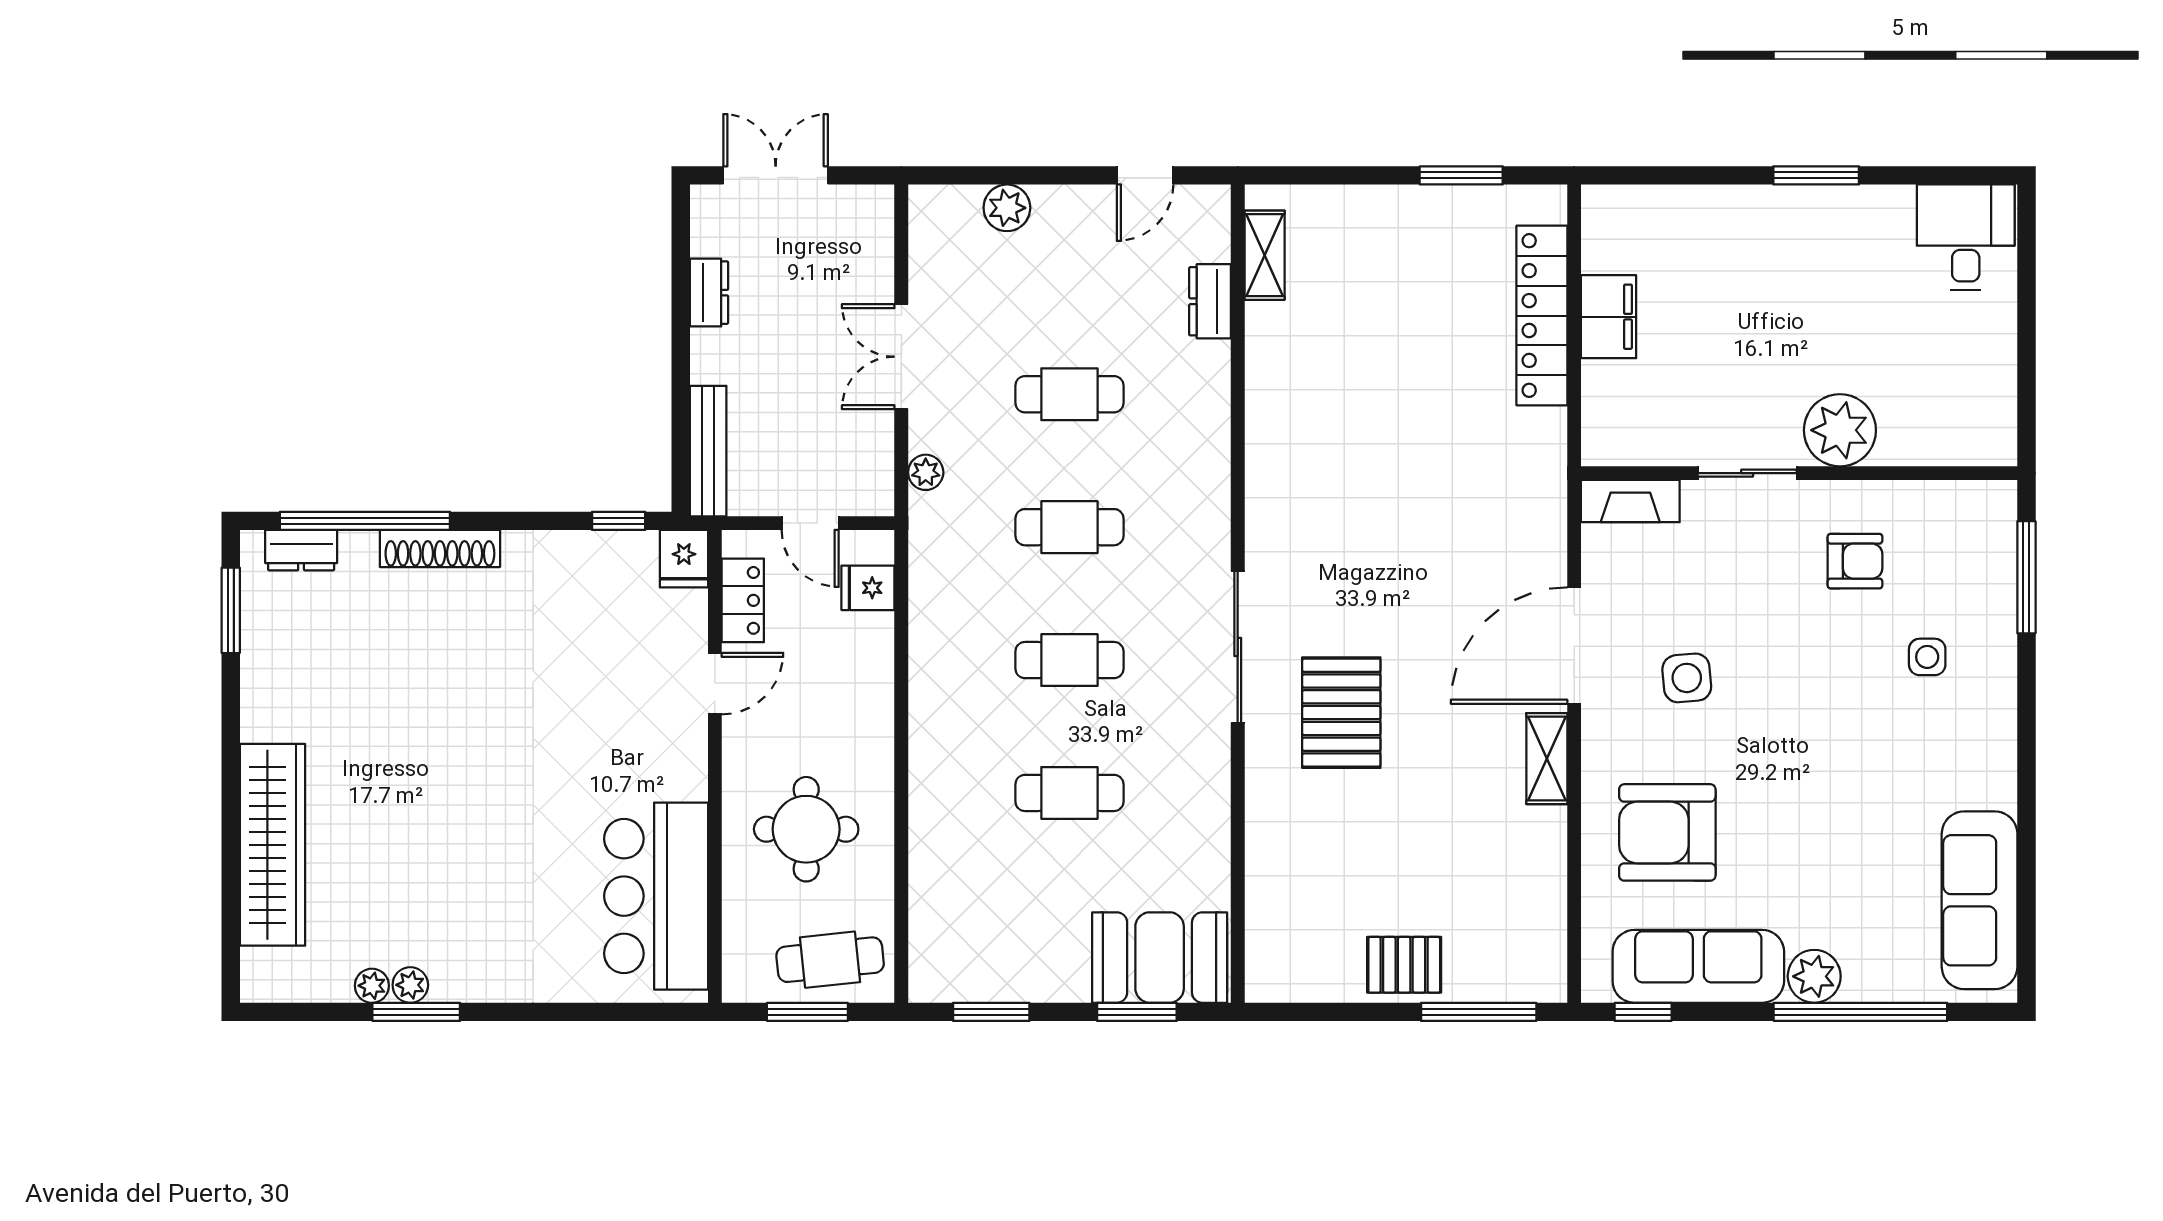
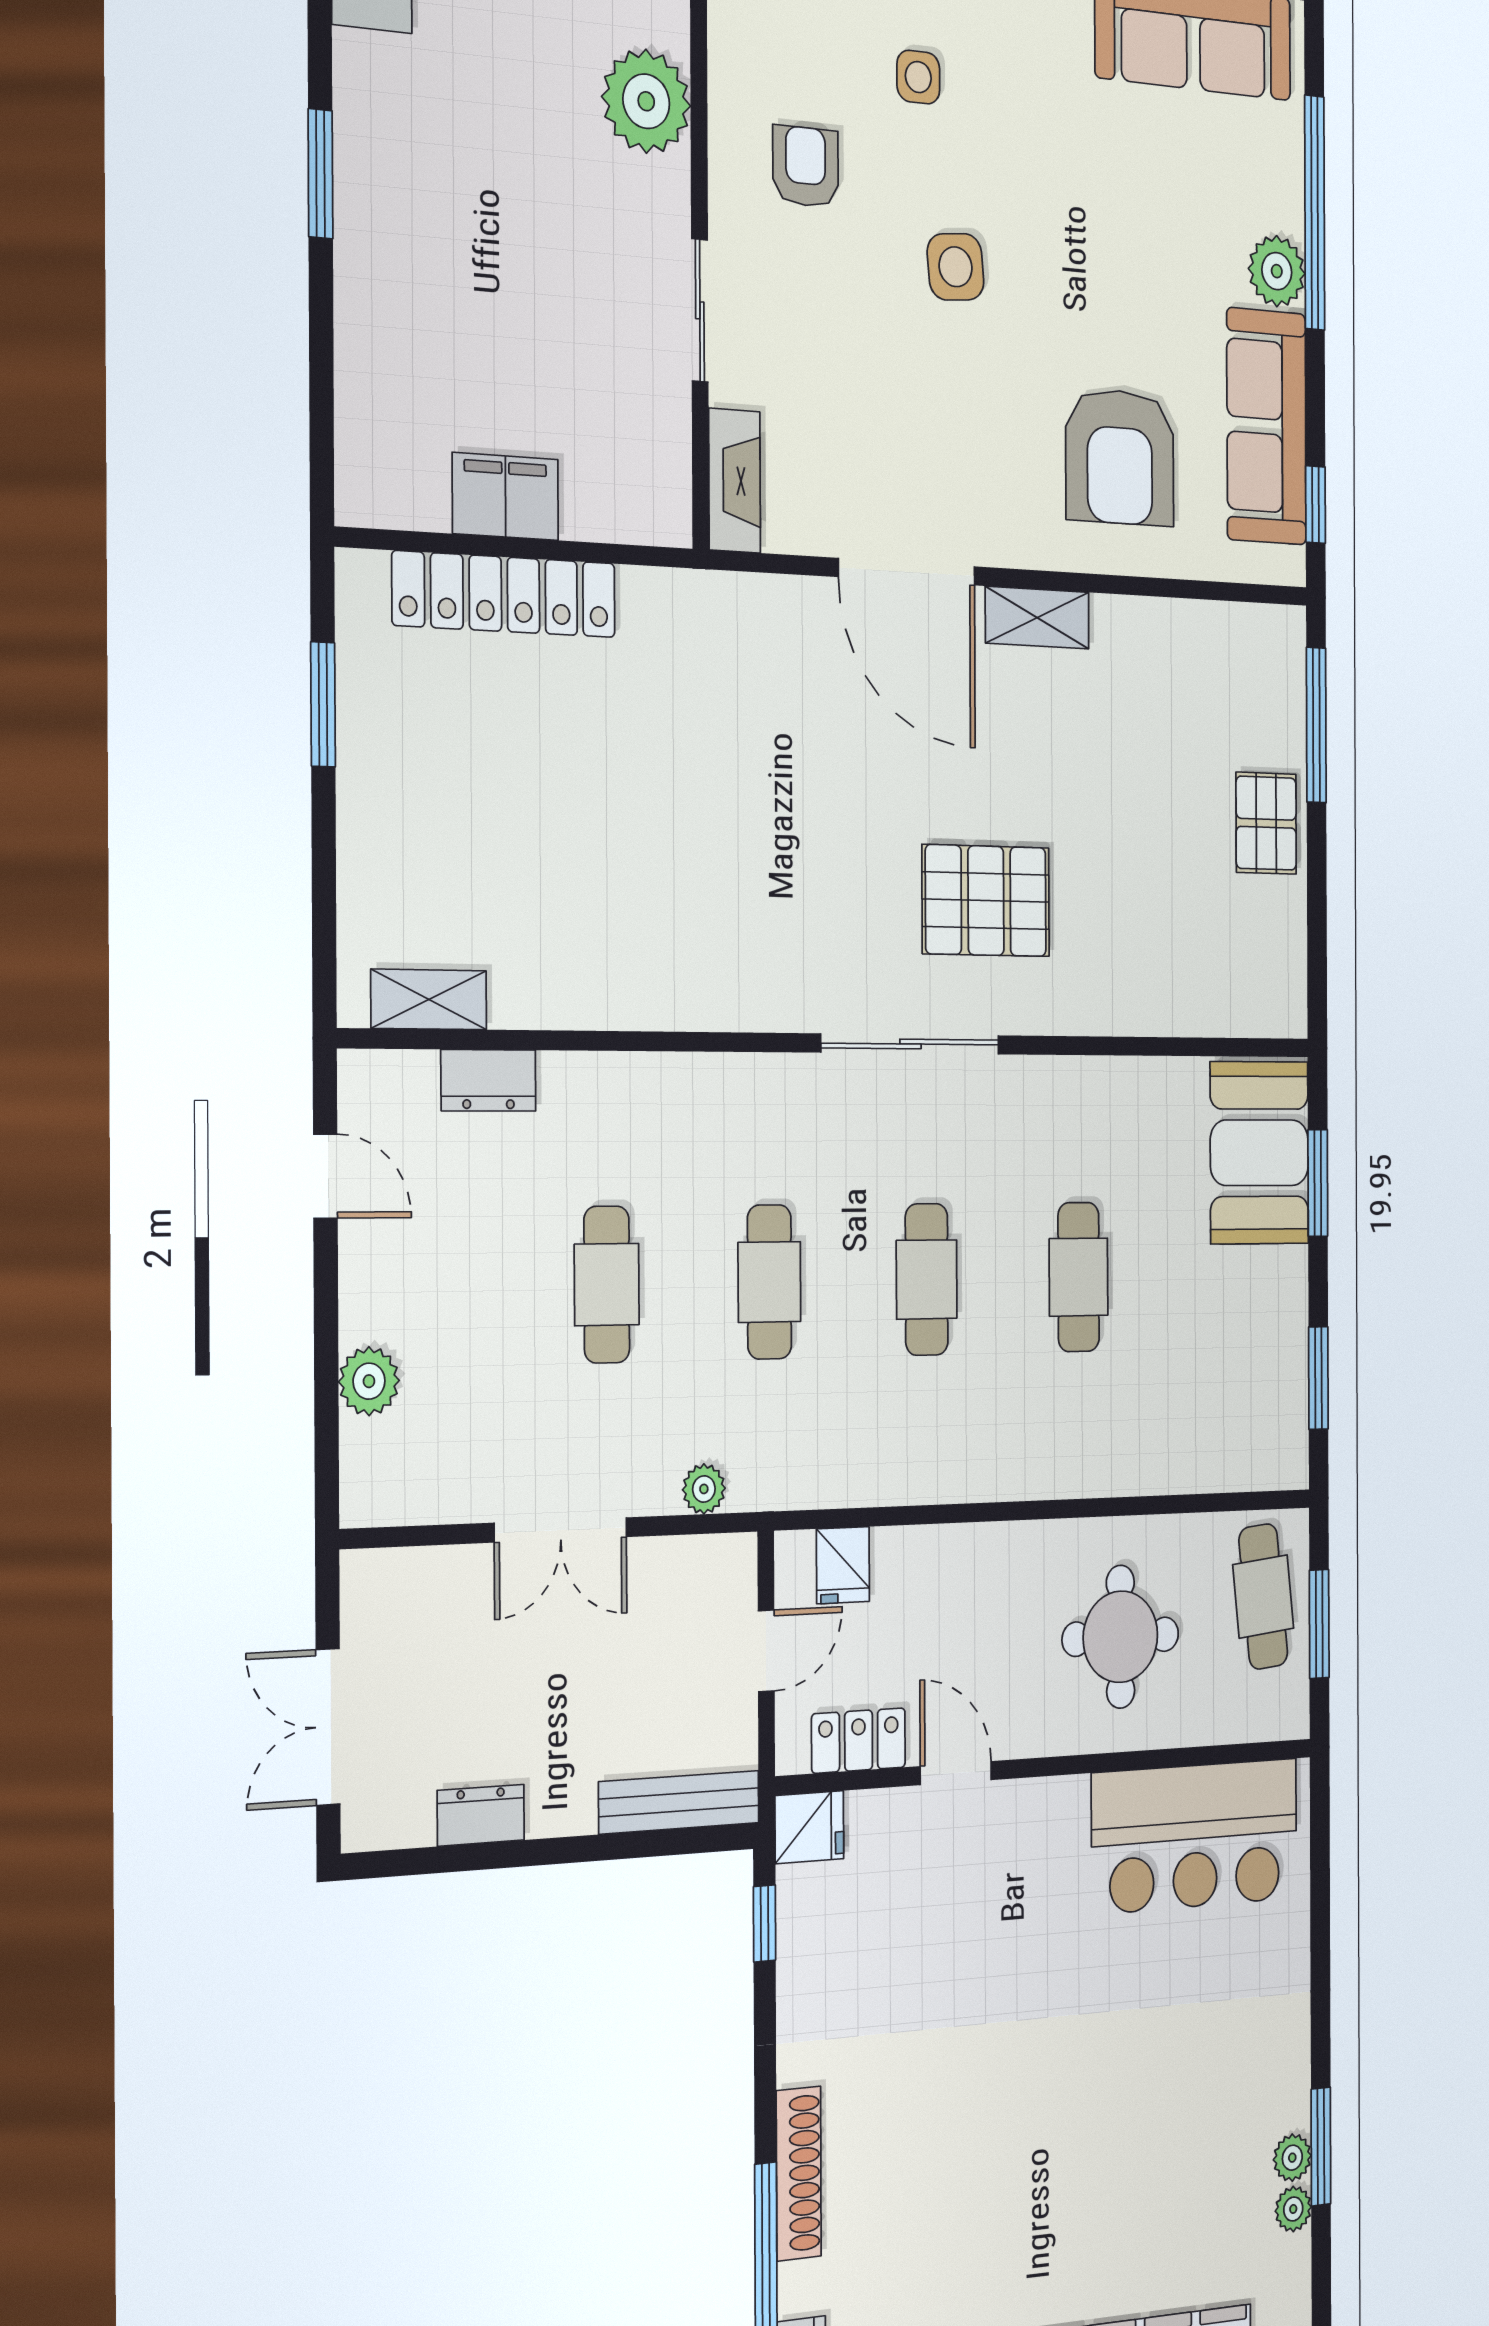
plant: (1840, 430) -> (646, 101), moved
side table: (1687, 678) -> (956, 267), moved

